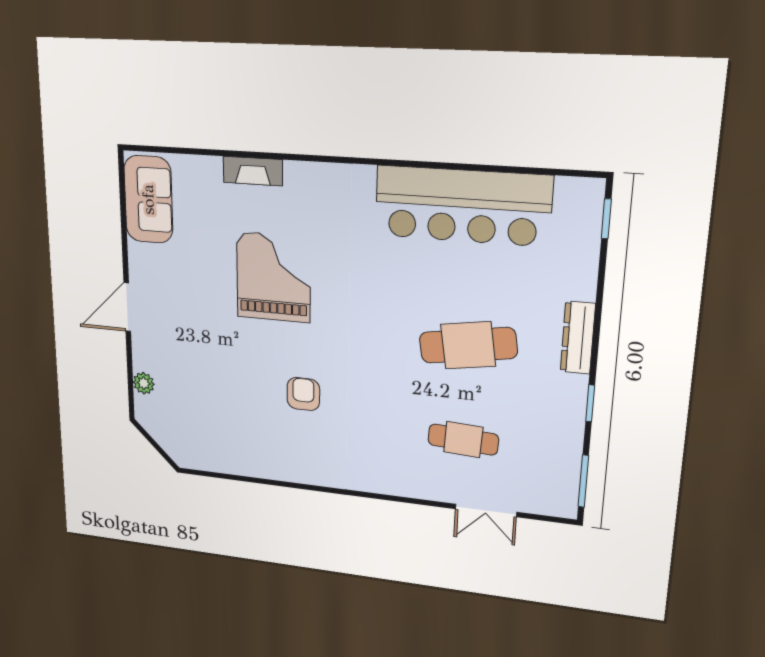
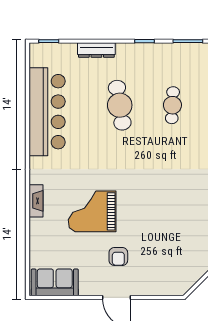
fireplace: (253, 171) -> (36, 201), moved
dresser: (578, 338) -> (96, 50), moved
plant: (144, 383) -> (161, 289), removed
armchair: (303, 394) -> (118, 256), moved, turned -90

